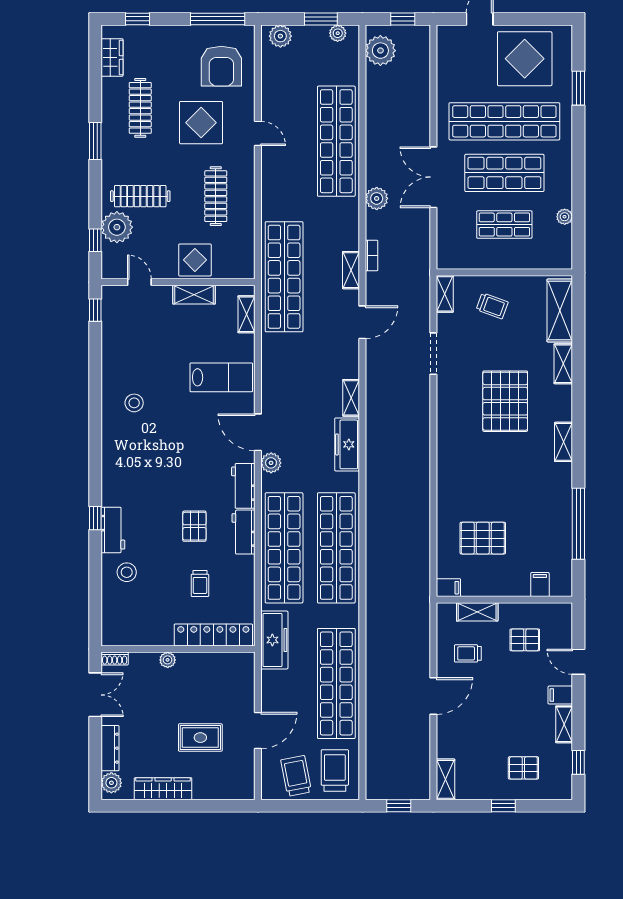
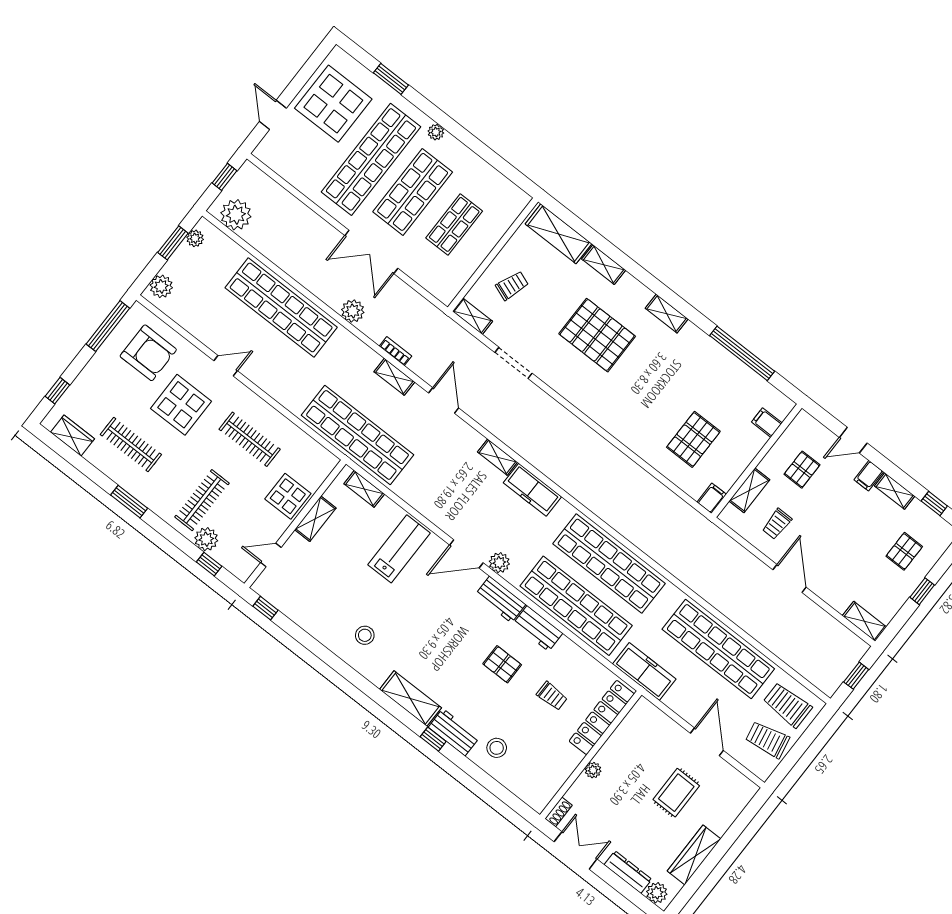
plant: (565, 217) -> (436, 132), moved
plant: (117, 227) -> (206, 539), width x0.73, depth x0.73
shelving: (113, 476) -> (410, 699), added

